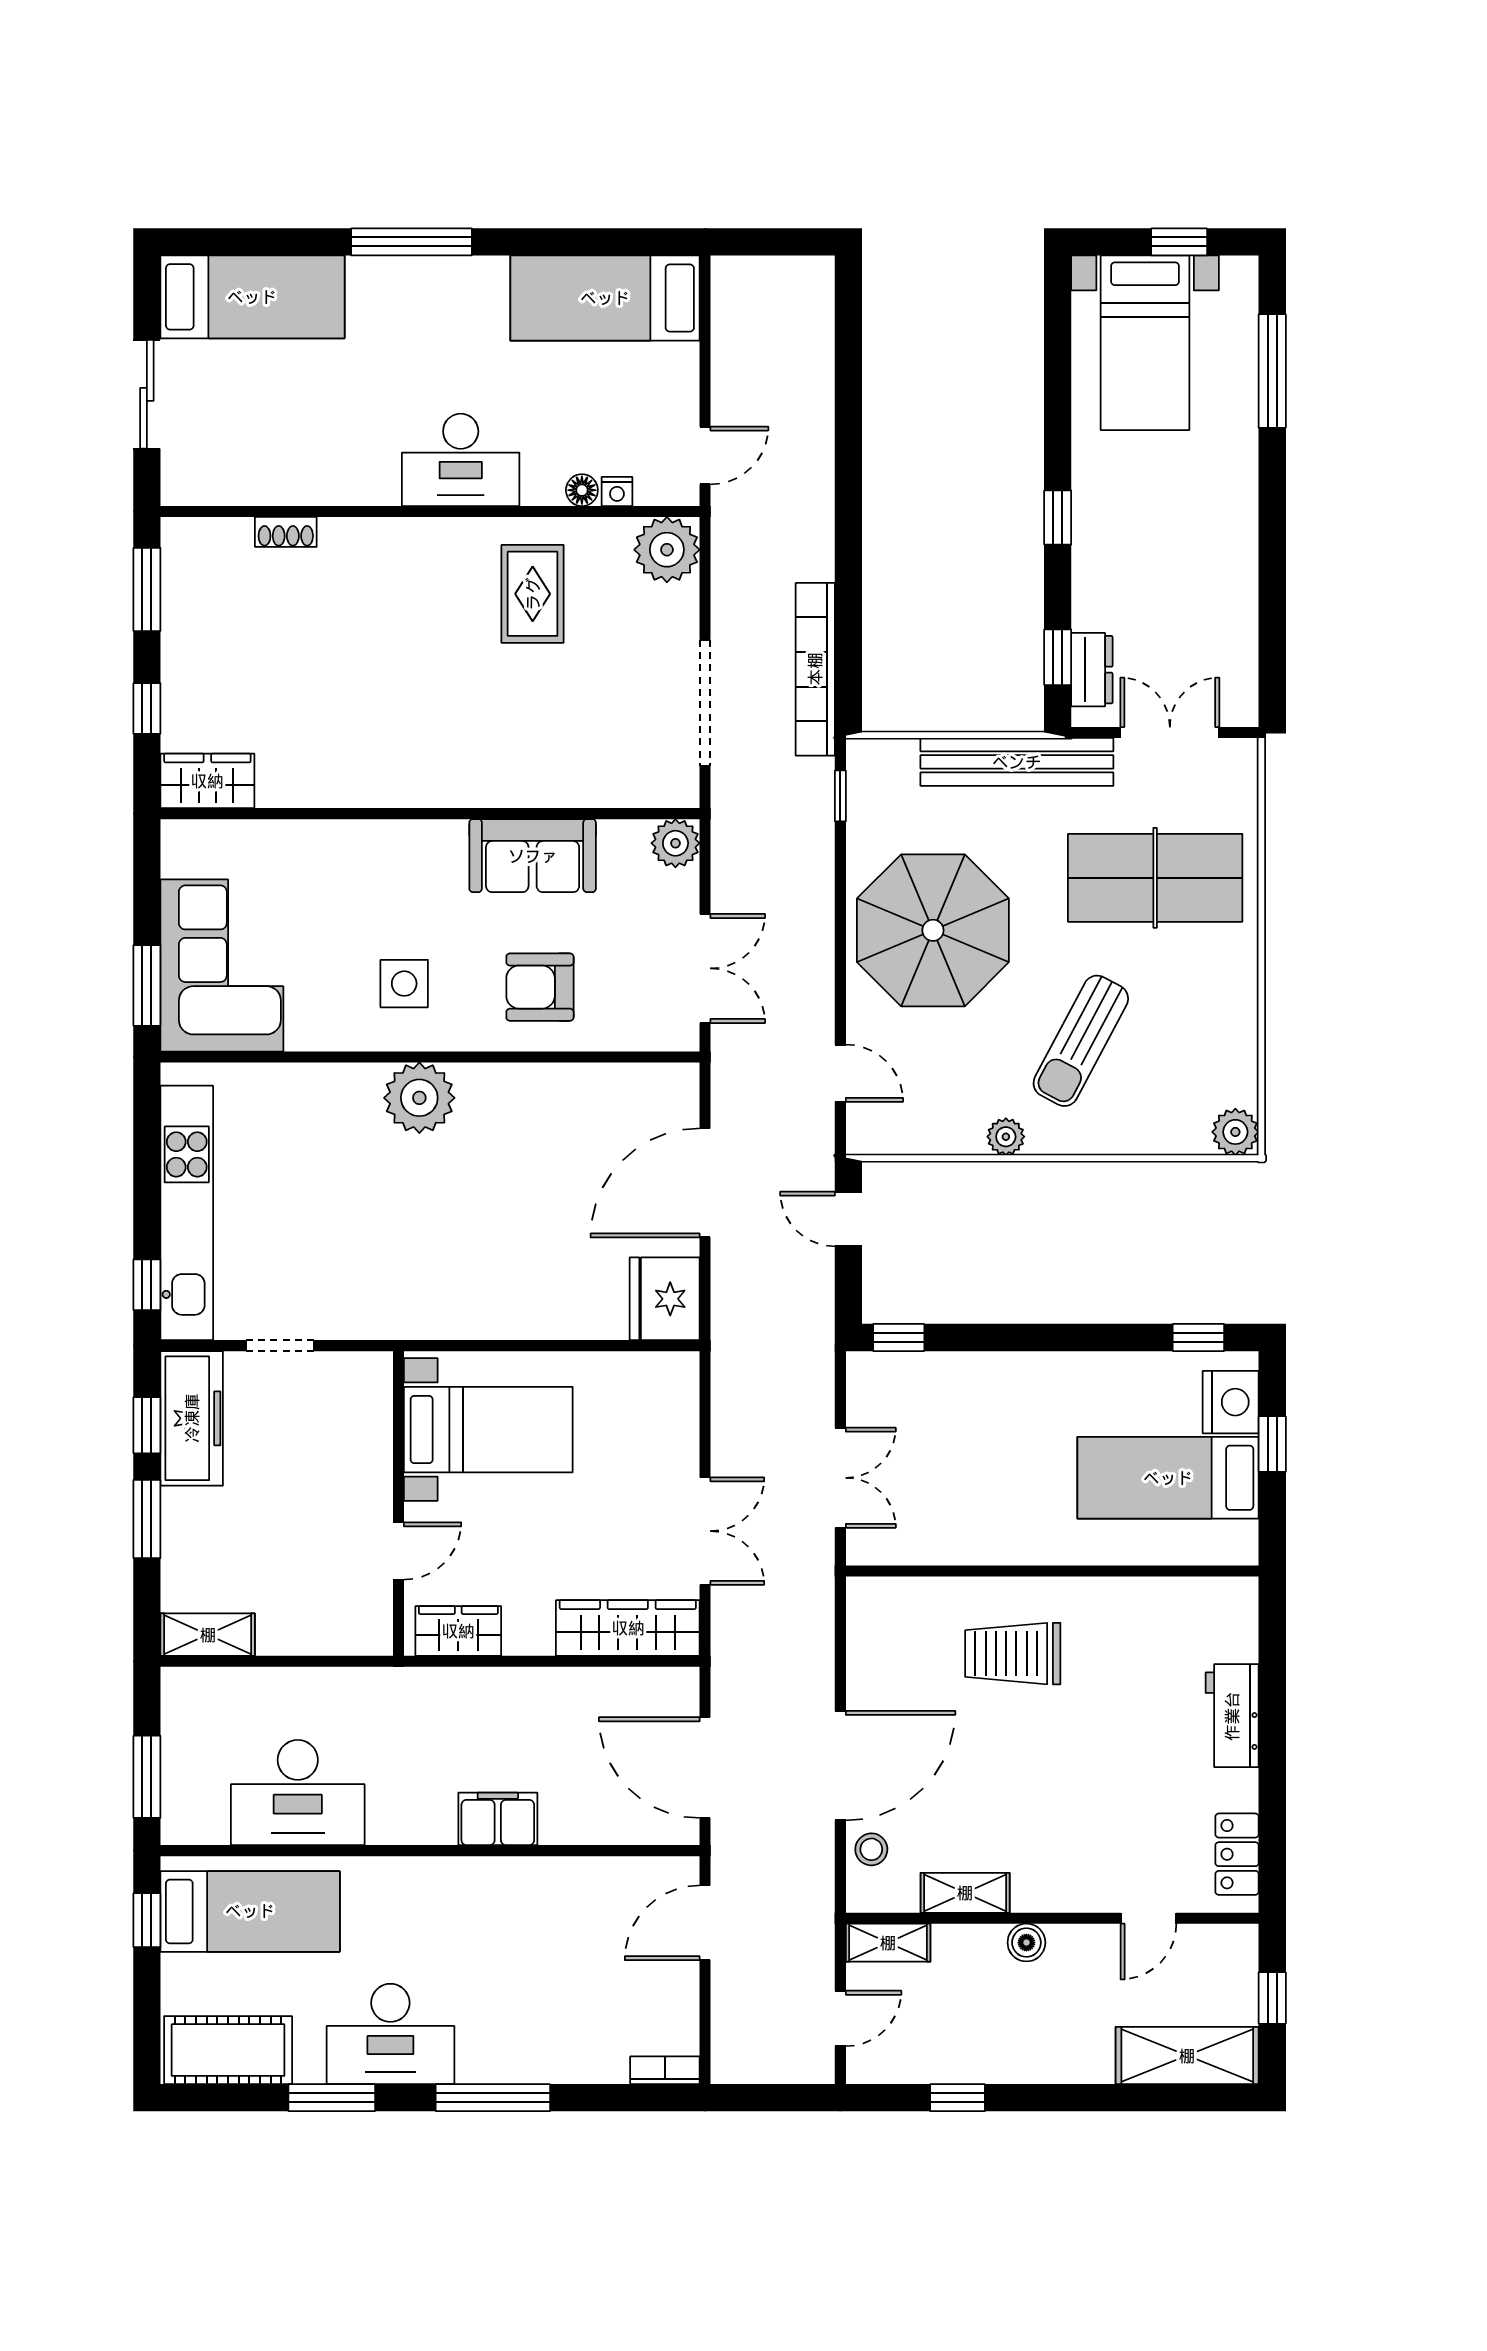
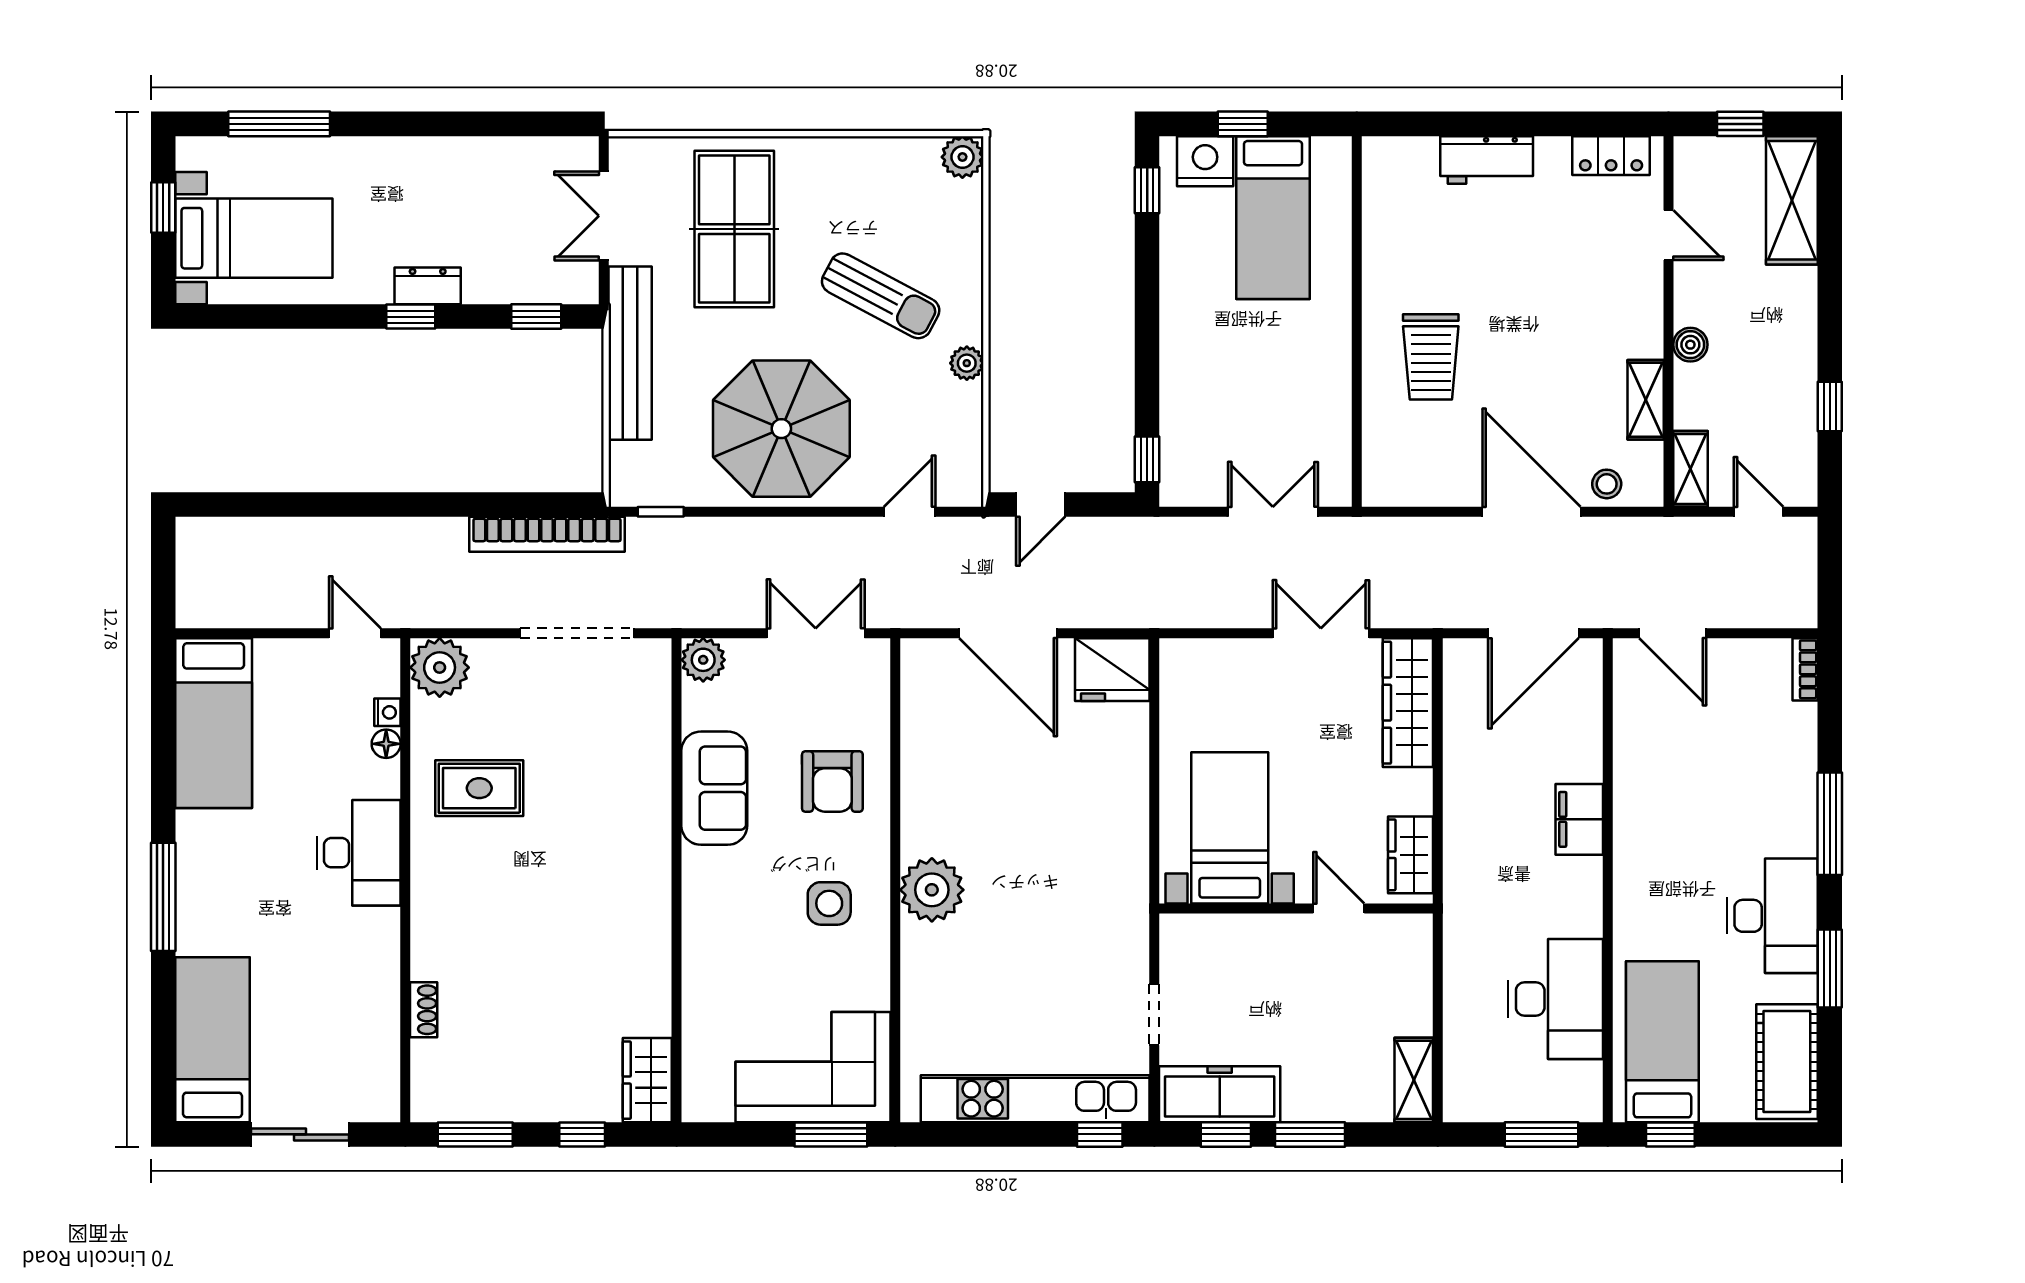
dresser: (1092, 670) -> (428, 286), moved

